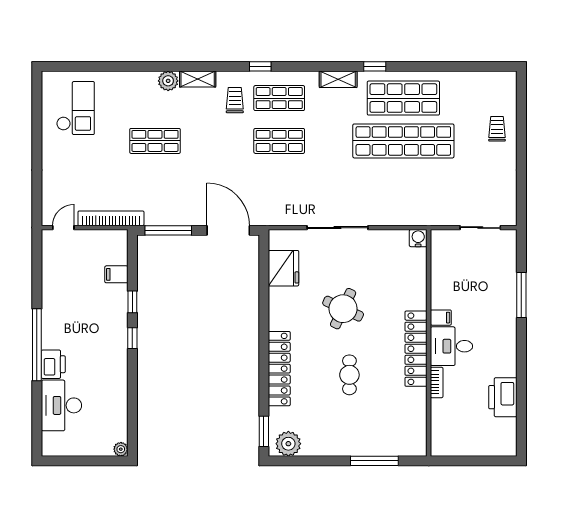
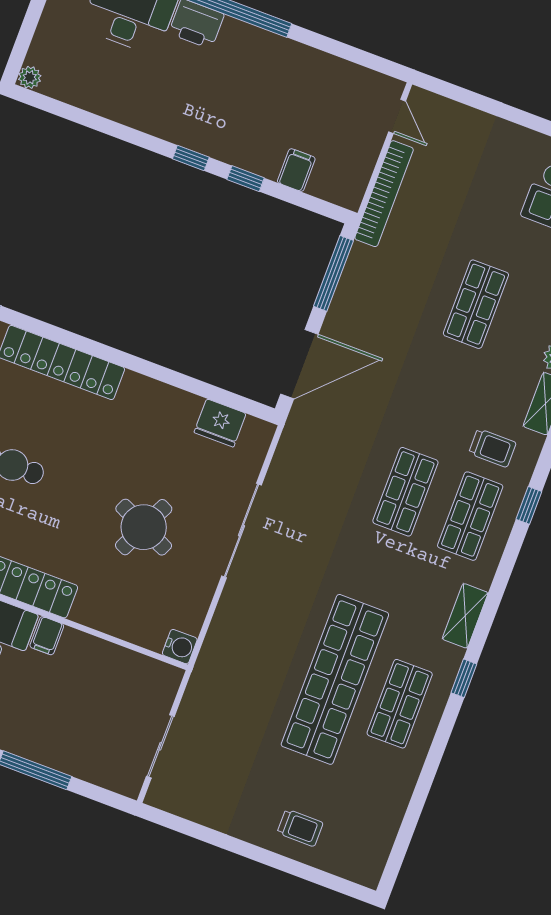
shop shelf: (403, 98) -> (400, 704), width x0.70, depth x0.74
fridge: (284, 268) -> (220, 423), width x0.73, depth x0.75
round table: (343, 309) -> (144, 527), moved

